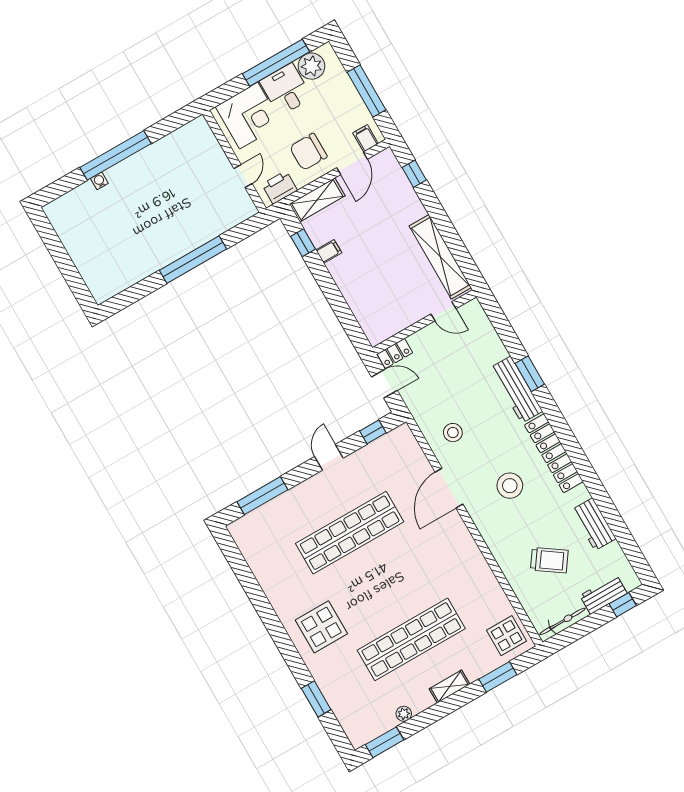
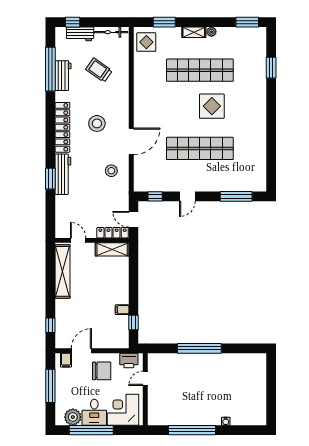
window: (115, 155) -> (192, 430), moved
shelving: (317, 200) -> (112, 249), moved
locker: (395, 353) -> (113, 233), width x1.53
window: (616, 523) -> (50, 69), added
display table: (321, 627) -> (212, 106), moved
plant: (404, 714) -> (211, 32), moved

